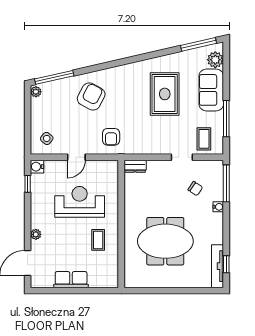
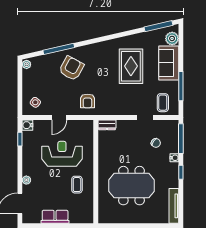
window: (54, 77) -> (59, 49), moved
window: (226, 264) -> (181, 172), moved

